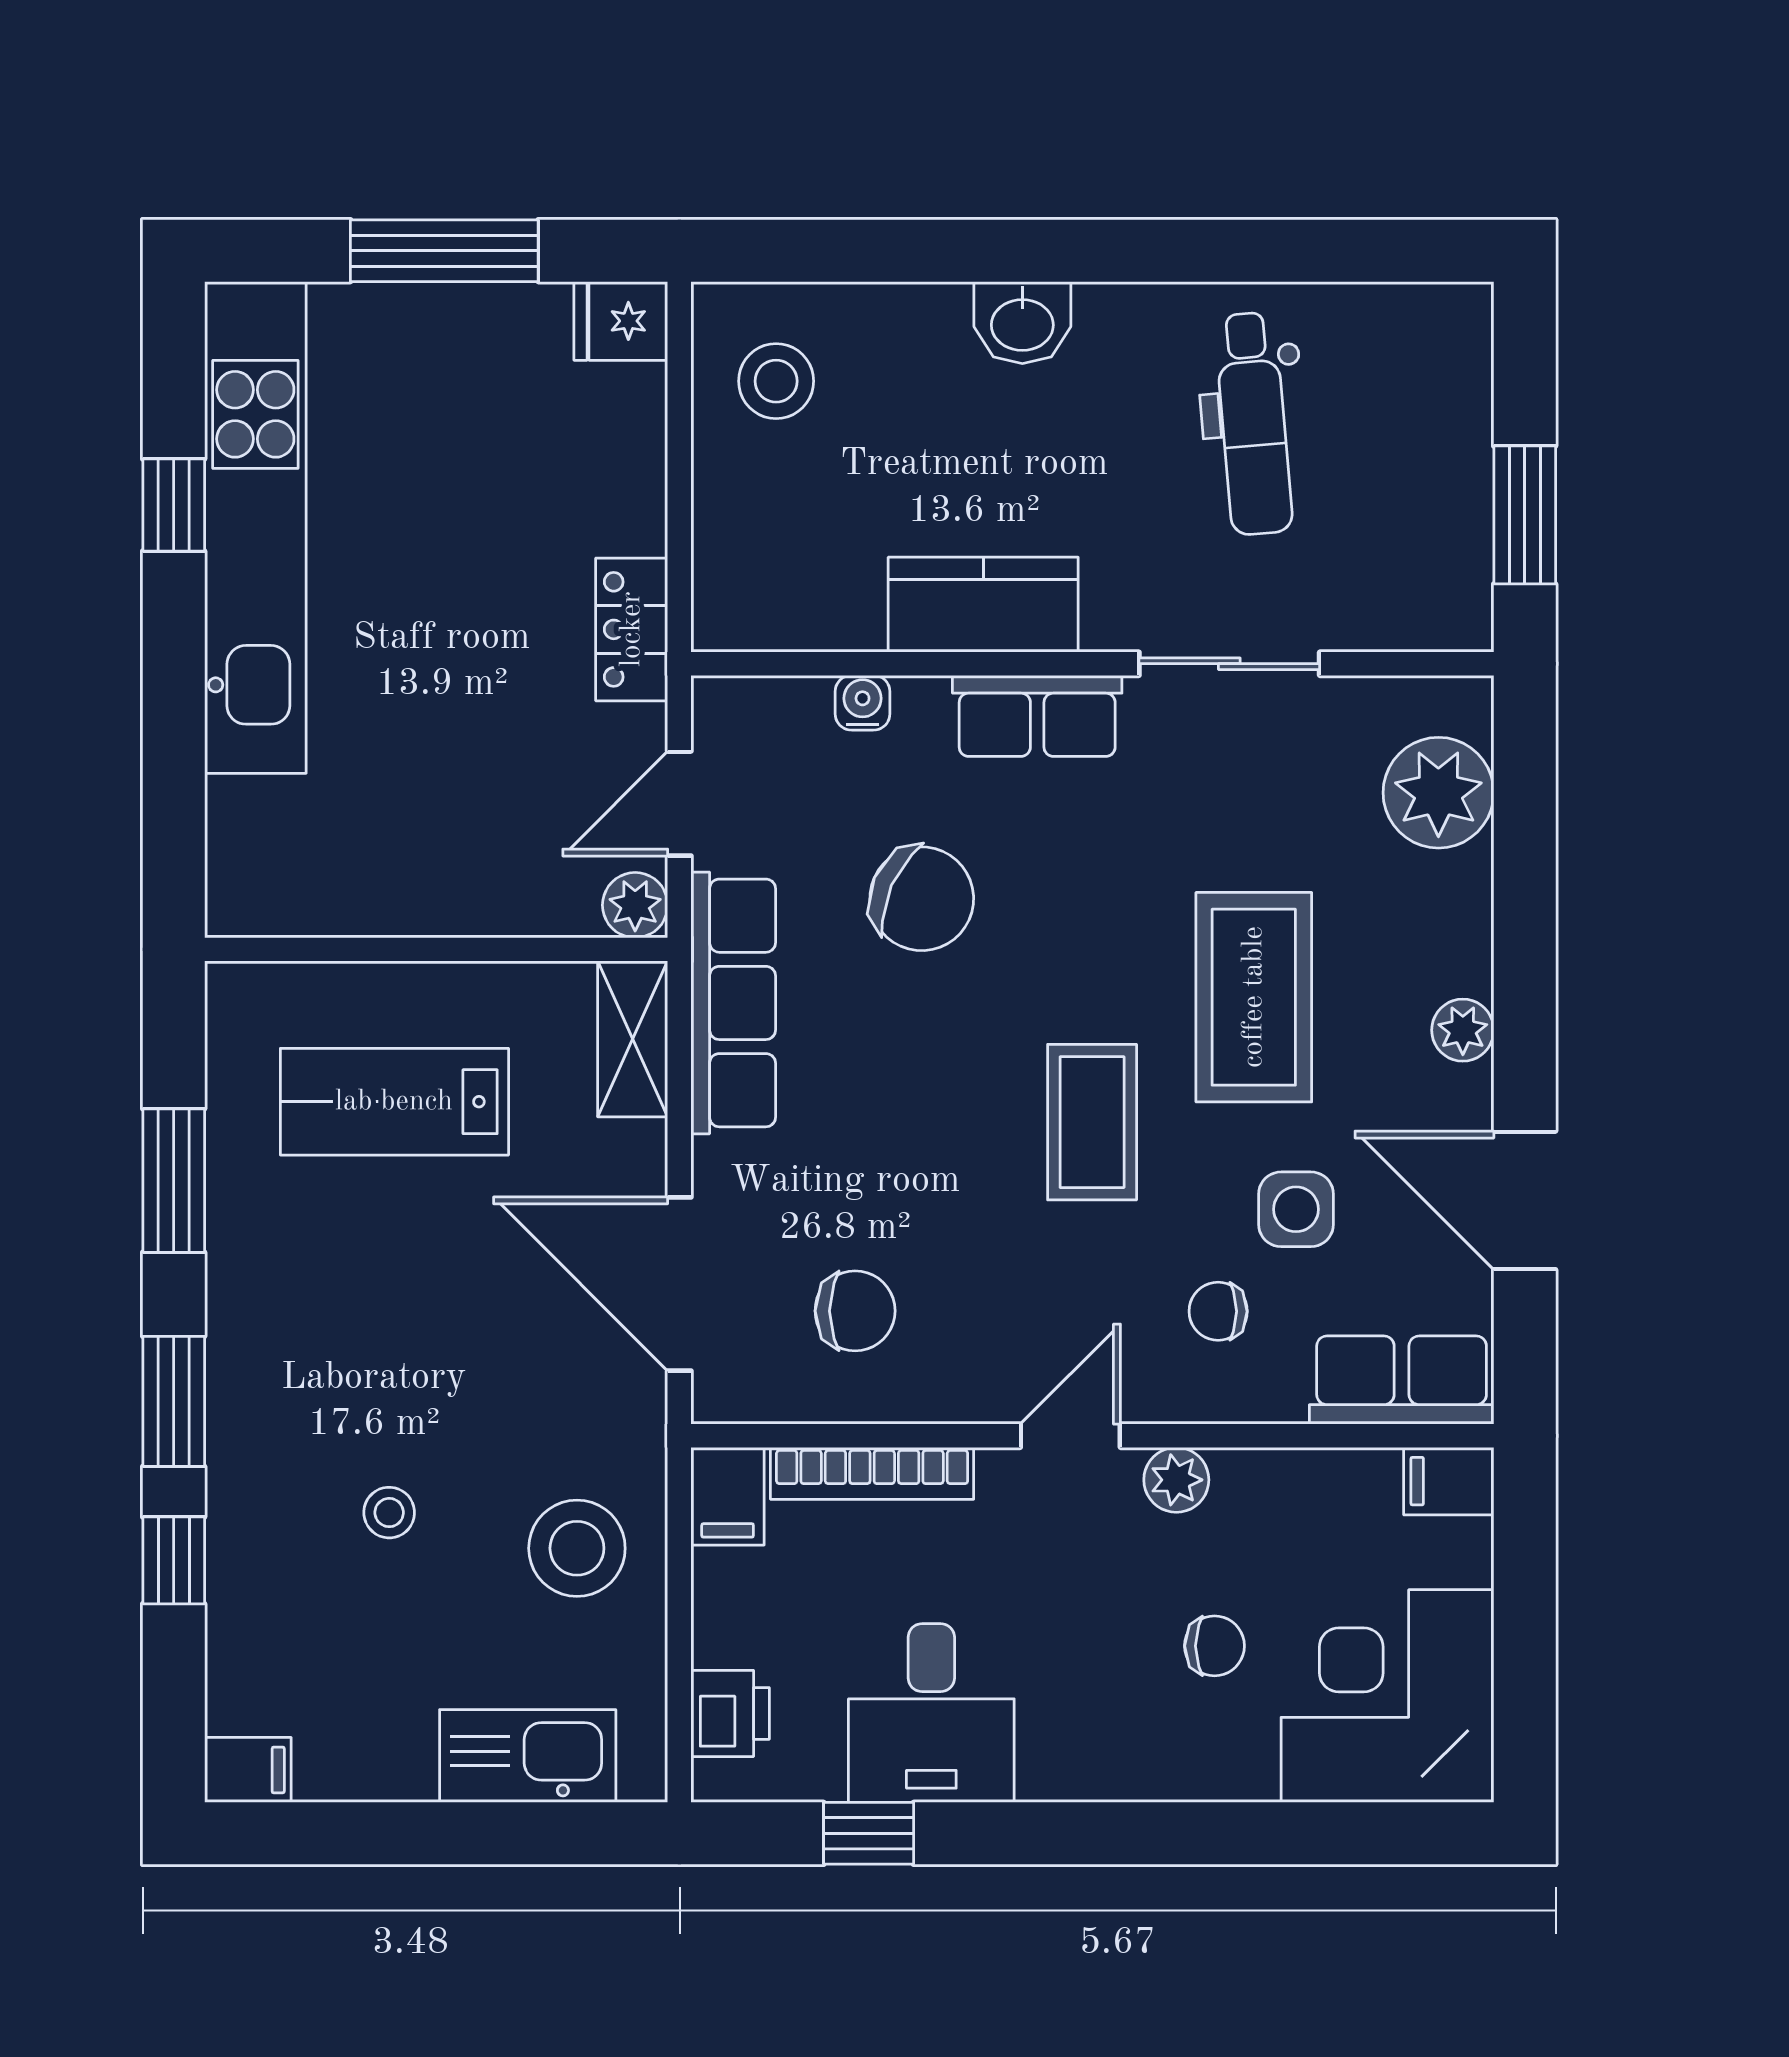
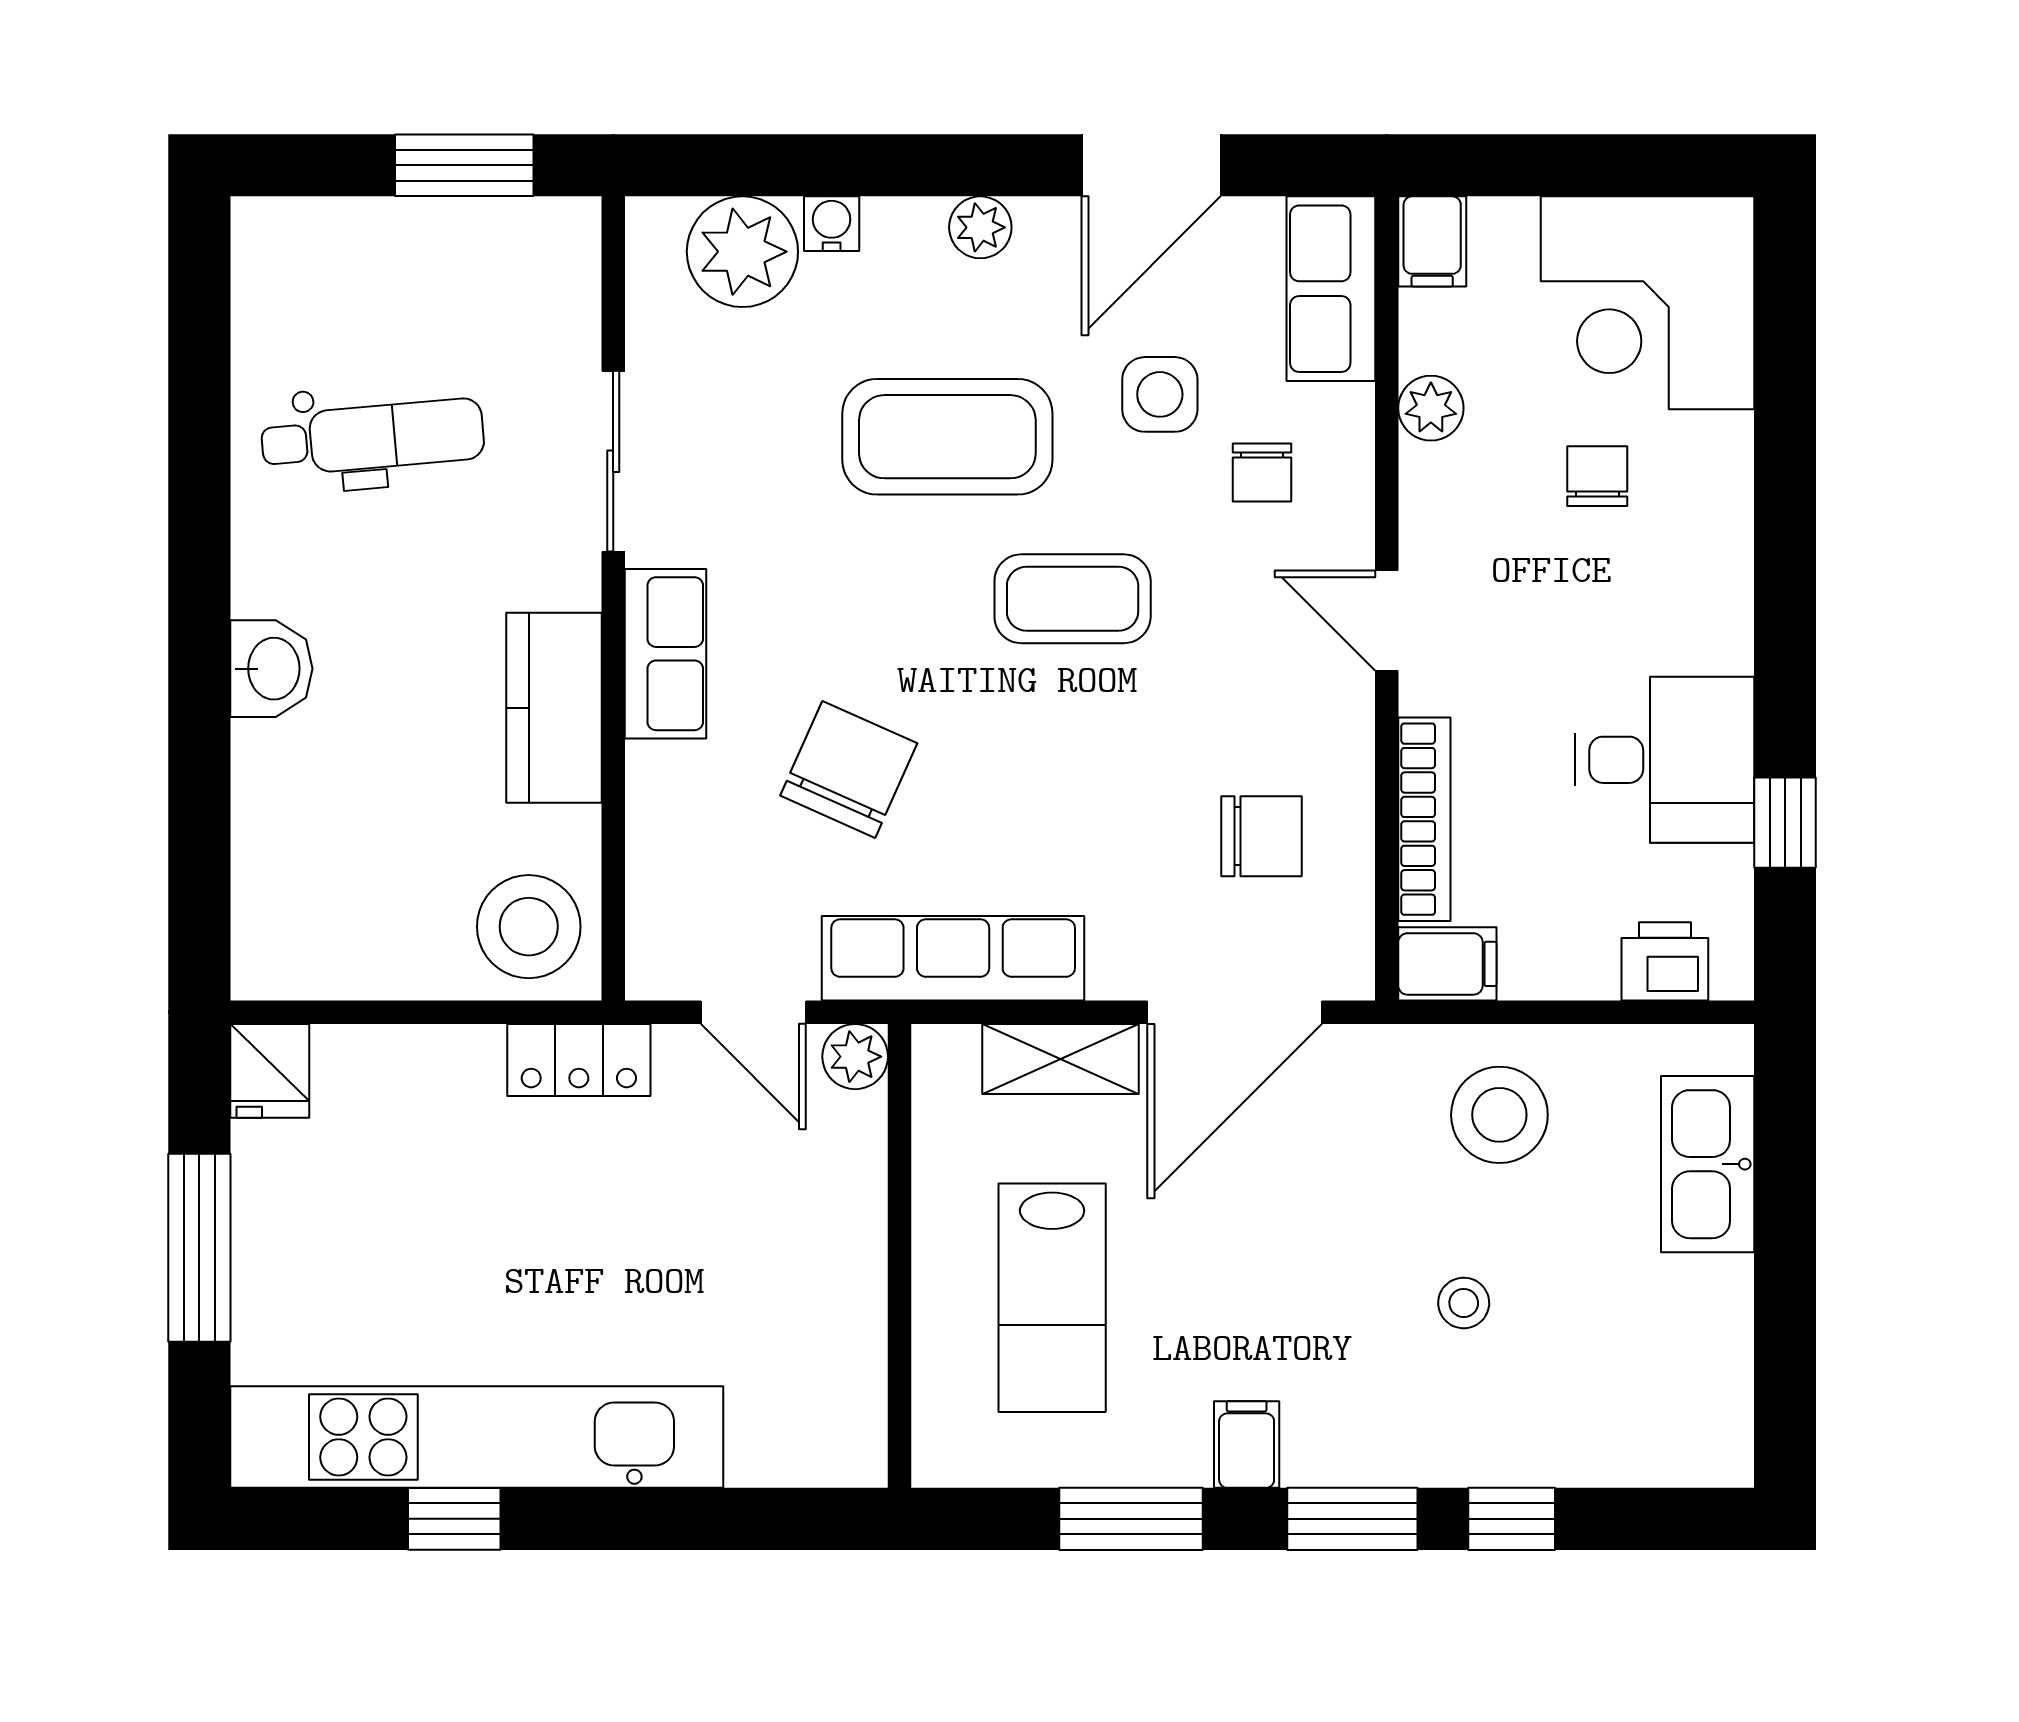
stool: (776, 381) -> (529, 927), moved, width x1.38, depth x1.38
water cooler: (863, 703) -> (832, 224), moved, turned 90
shelving: (633, 1039) -> (1060, 1059), moved
chair: (855, 1311) -> (1262, 836), turned 90
plant: (1176, 1480) -> (1431, 408), moved
filing cabinet: (248, 1770) -> (1247, 1445), moved

